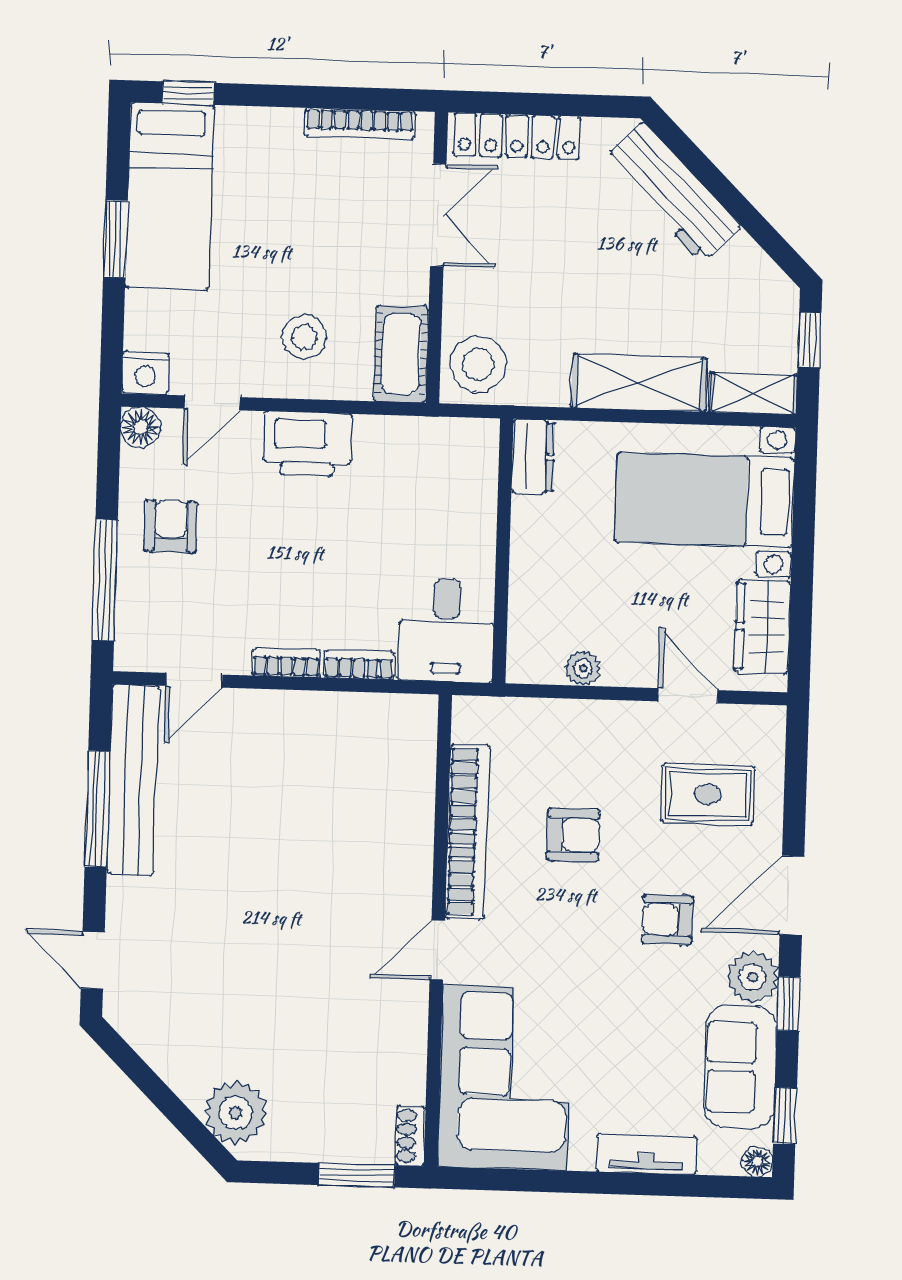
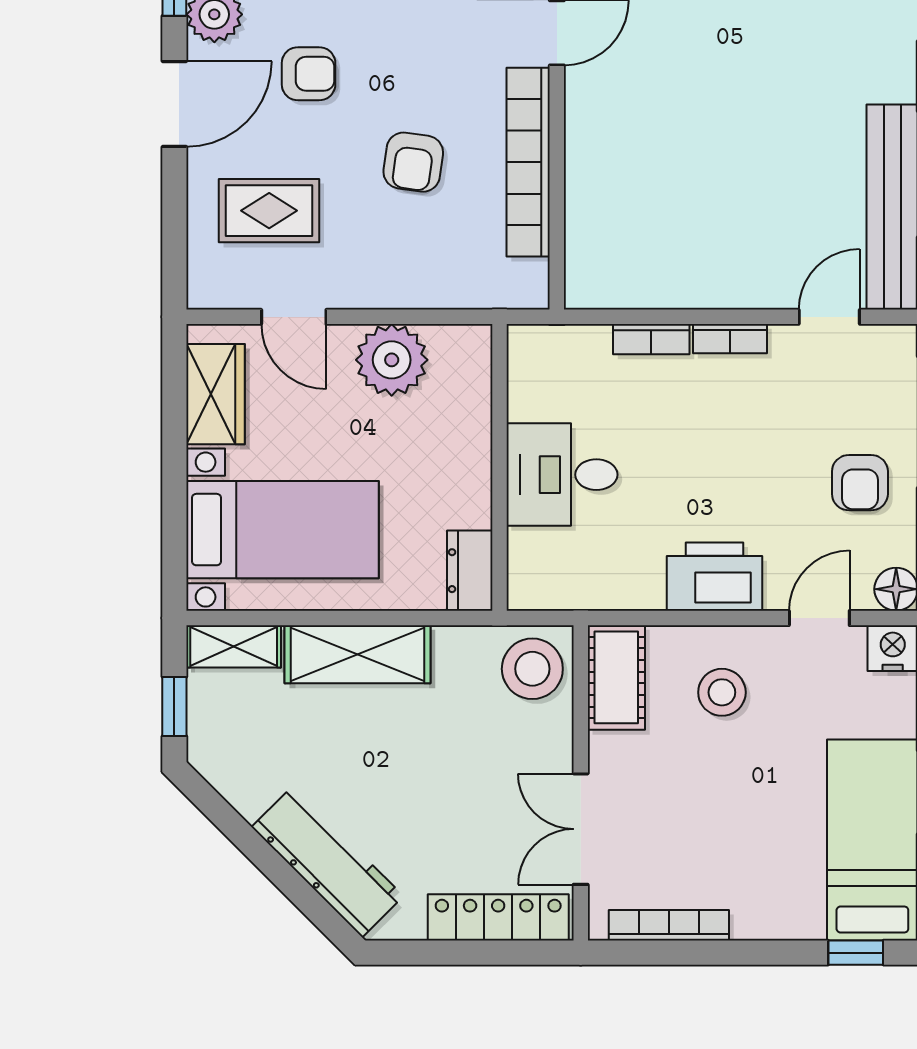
desk: (446, 630) -> (562, 475), moved, turned -90
plant: (583, 668) -> (392, 360), width x1.87, depth x1.87
armchair: (573, 835) -> (413, 162), turned -82

